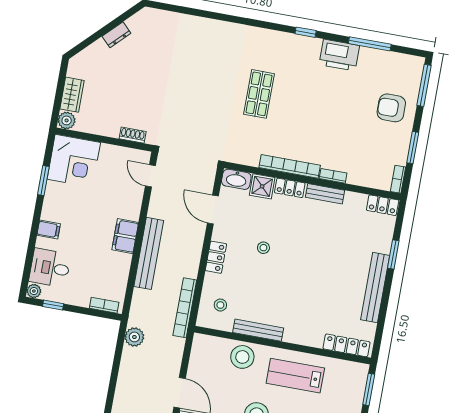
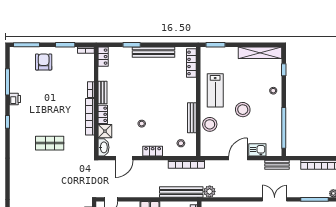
printer: (339, 55) -> (15, 99), width x0.53, depth x0.68
armchair: (391, 108) -> (44, 62), turned 180
bench: (149, 253) -> (181, 192), moved

